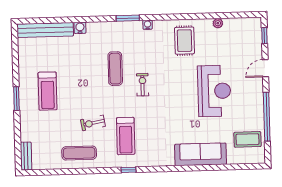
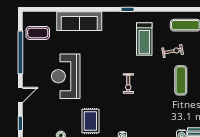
exercise mat: (115, 69) -> (181, 80), moved
treadmill: (126, 136) -> (144, 39), turned 180
window: (128, 170) -> (128, 9), moved

